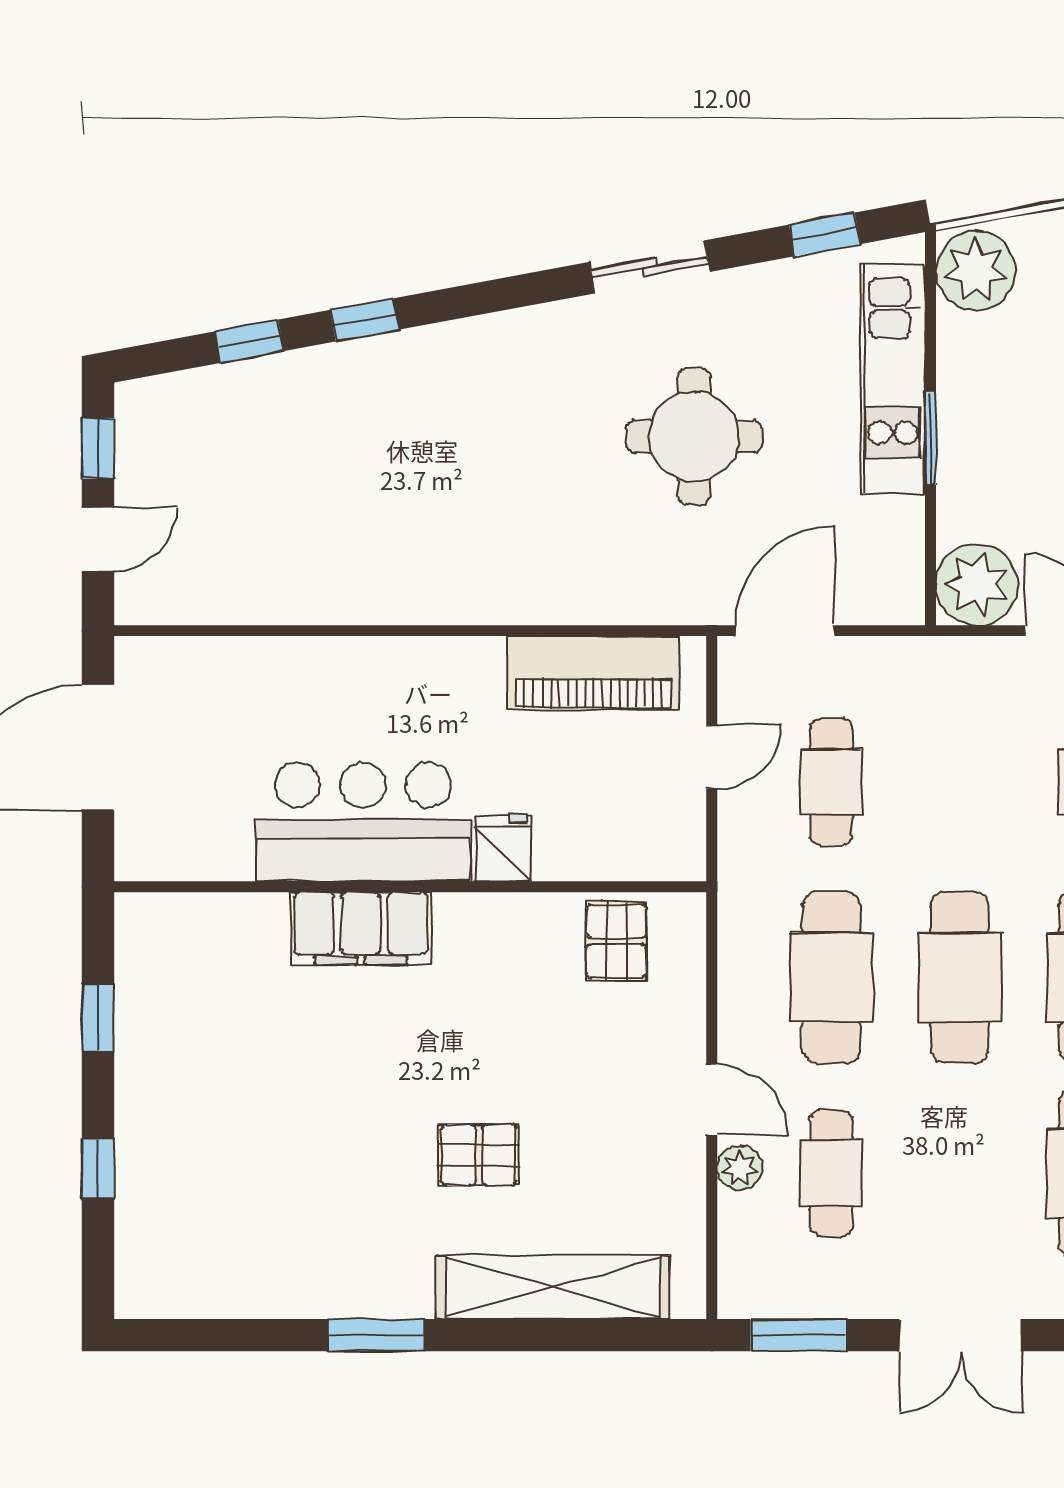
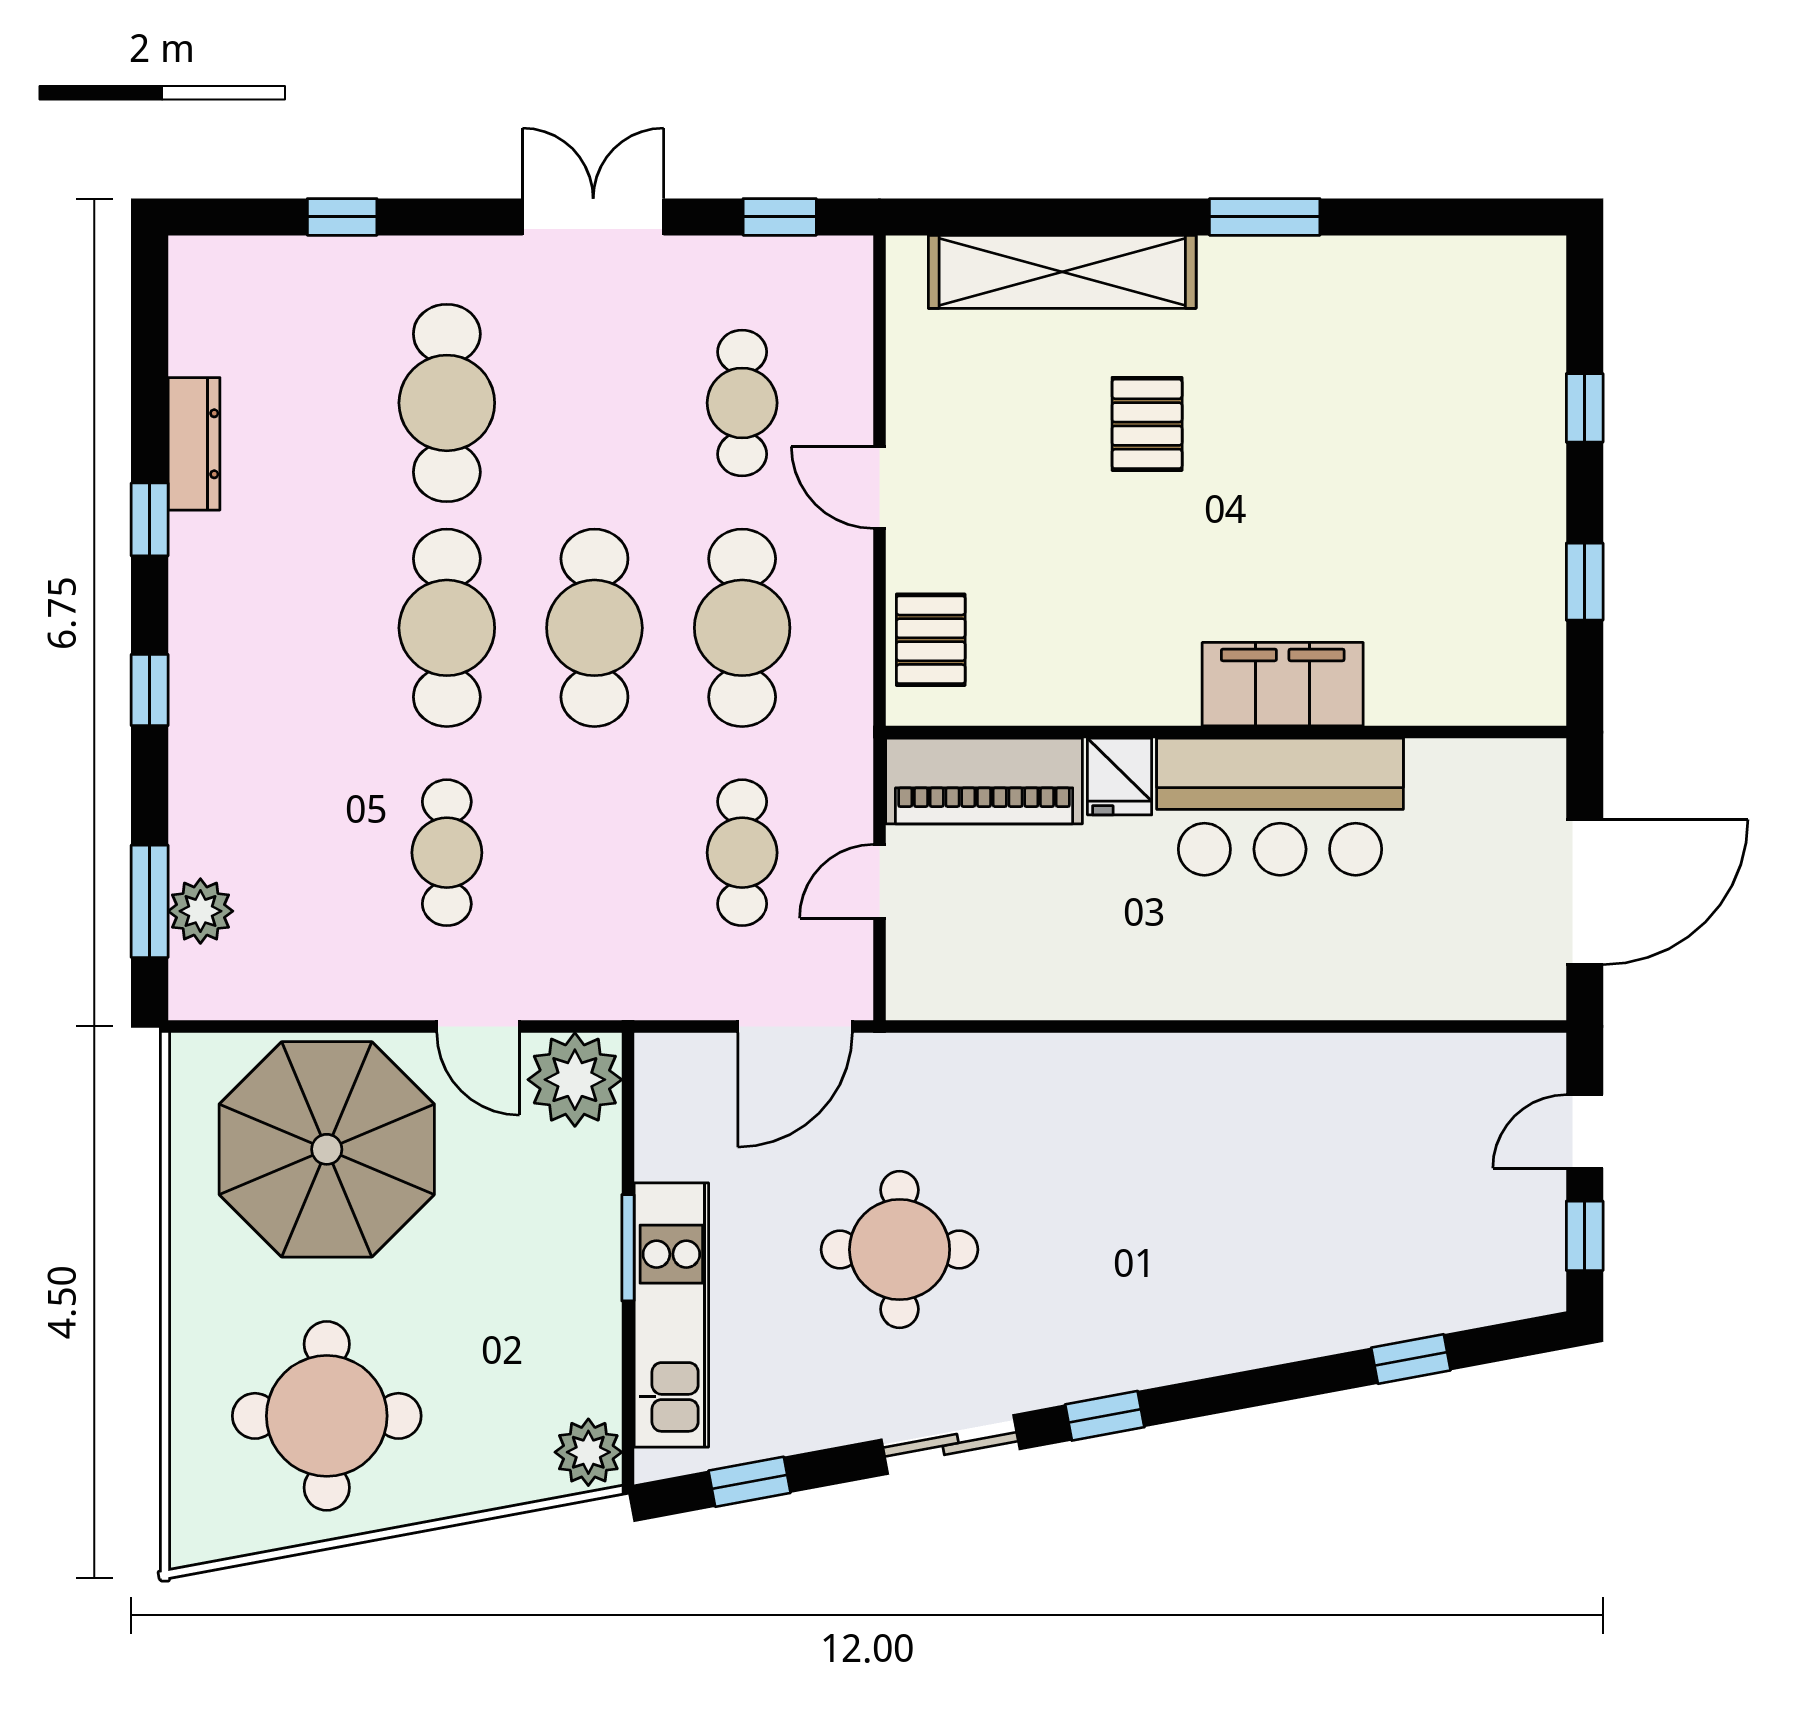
plant: (976, 271) -> (588, 1452), width x0.73, depth x0.73
window: (364, 320) -> (1105, 1416), moved
piano: (593, 673) -> (984, 781), moved, turned 180
pallet: (616, 941) -> (931, 640), moved
pallet: (479, 1155) -> (1147, 424), turned 90
plant: (740, 1168) -> (847, 409), removed
window: (798, 1335) -> (780, 217), width x0.67

